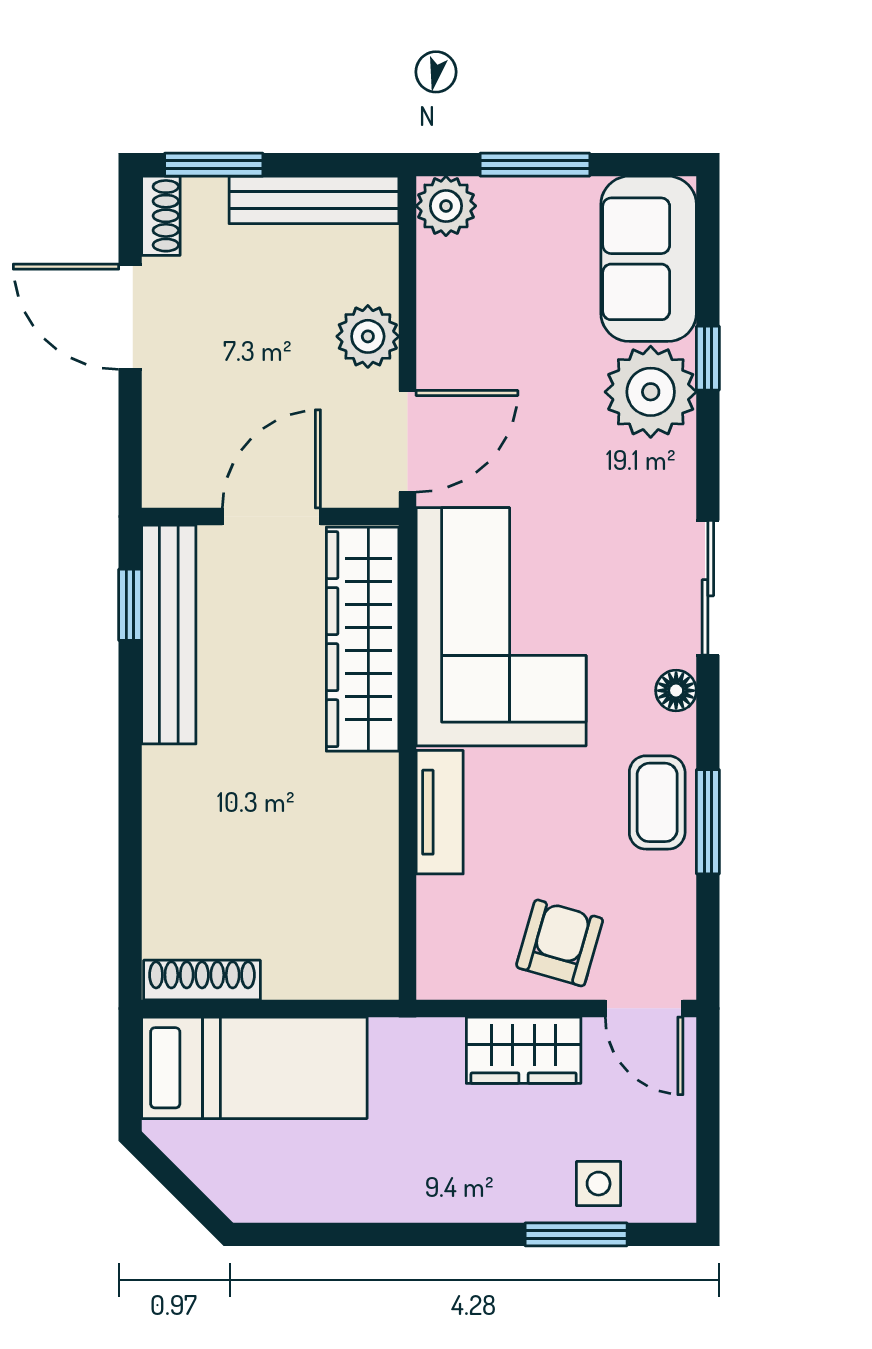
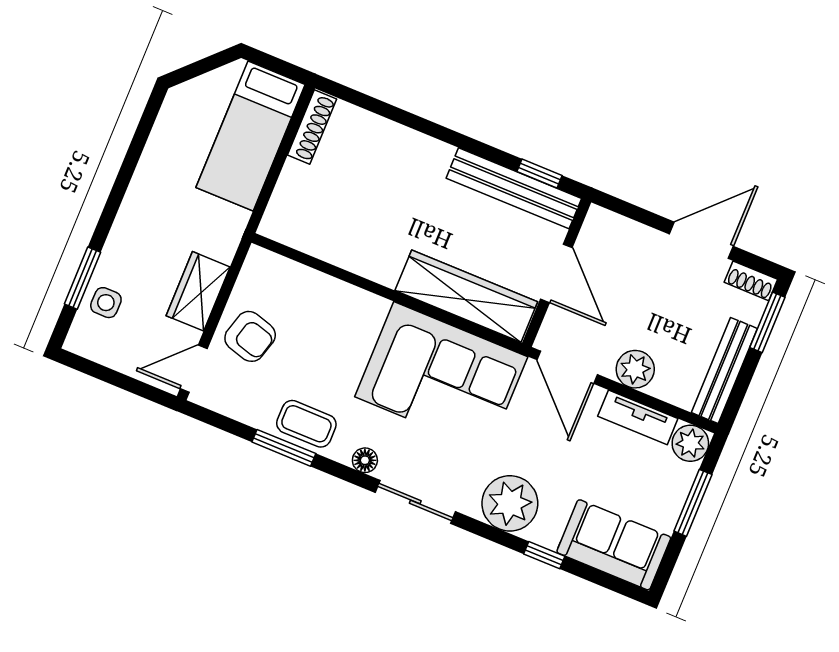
plant: (651, 392) -> (510, 503), moved
tv unit: (440, 812) -> (638, 417), moved

